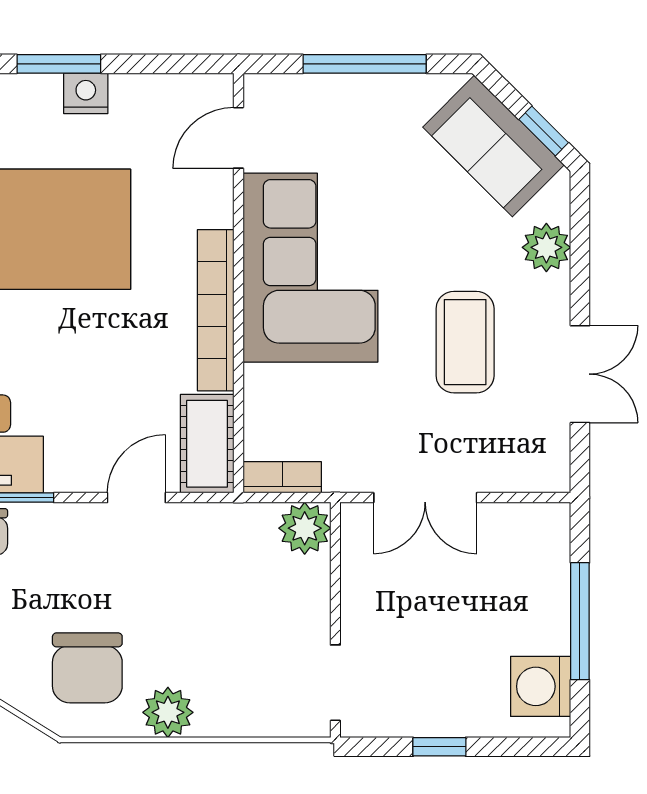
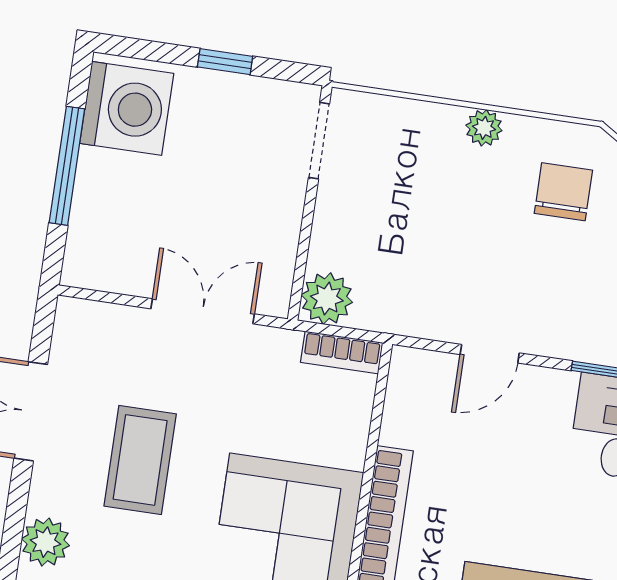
cot: (207, 444) -> (411, 397), removed
chair: (87, 668) -> (563, 192), width x0.73, depth x0.73
washing machine: (541, 686) -> (127, 108), width x1.37, depth x1.37
plant: (168, 712) -> (484, 128), width x0.73, depth x0.73

